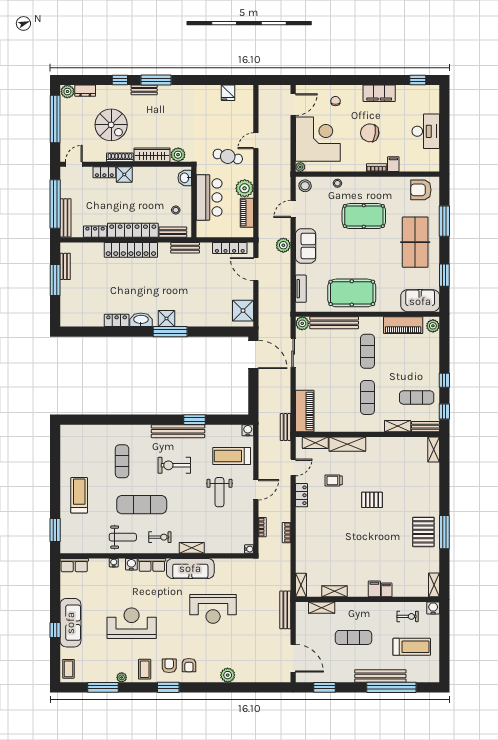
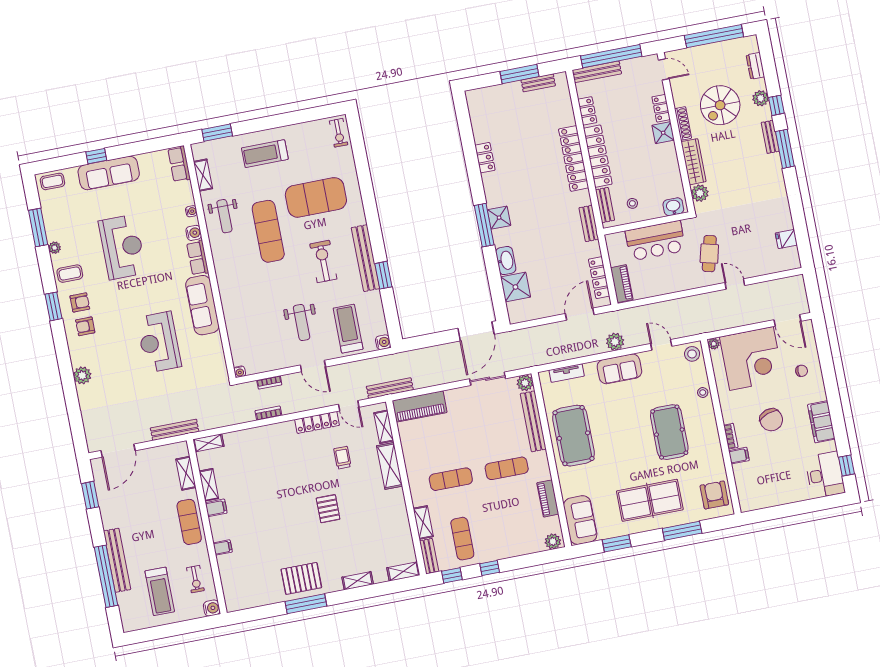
plant: (67, 92) -> (761, 98), moved
desk: (426, 131) -> (825, 475), moved, turned -90
chair: (370, 133) -> (771, 420), turned 153
plant: (245, 188) -> (675, 281), removed
piano: (247, 213) -> (622, 284), moved, turned 90
shower: (243, 311) -> (515, 287), moved
washbasin: (141, 320) -> (506, 261), moved
piano: (403, 325) -> (548, 498), width x0.73, depth x0.75
bench: (285, 427) -> (390, 388), width x1.36
exercise mat: (122, 461) -> (316, 197), width x2.00, depth x1.45
weight bench: (219, 492) -> (302, 323), turned -90
treadmill: (79, 495) -> (265, 154), turned 180
locker: (302, 495) -> (317, 422), width x1.53
exercise bike: (160, 537) -> (339, 133), moved
shelving: (192, 548) -> (203, 175), moved
shelving: (434, 585) -> (358, 581), moved
filing cabinet: (374, 589) -> (216, 508), moved
exercise mat: (353, 637) -> (189, 522), moved

